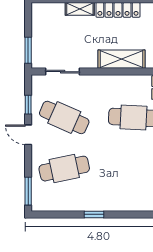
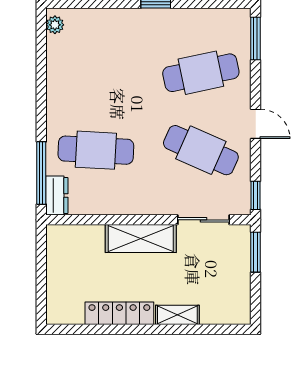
shelving: (122, 59) -> (141, 239), moved
window: (28, 105) -> (256, 195), moved

